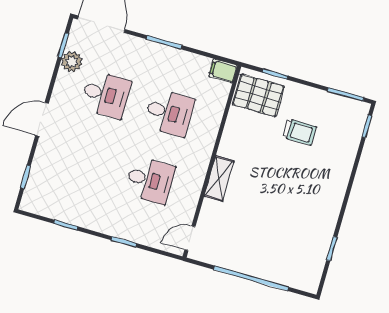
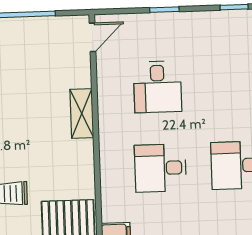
desk: (150, 180) -> (157, 87), turned -90

